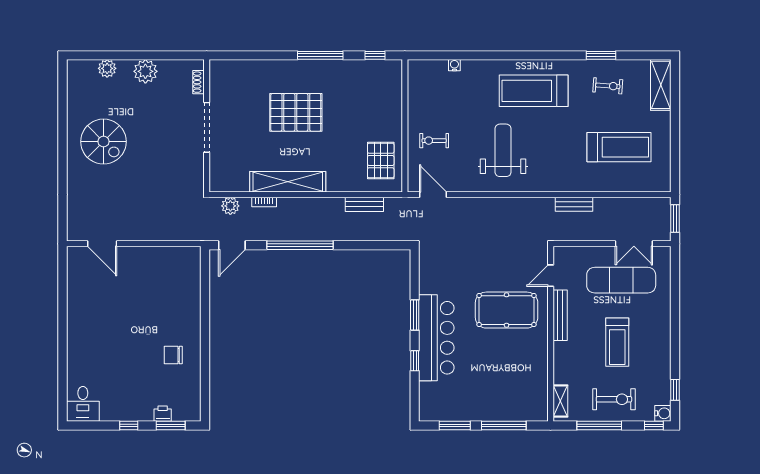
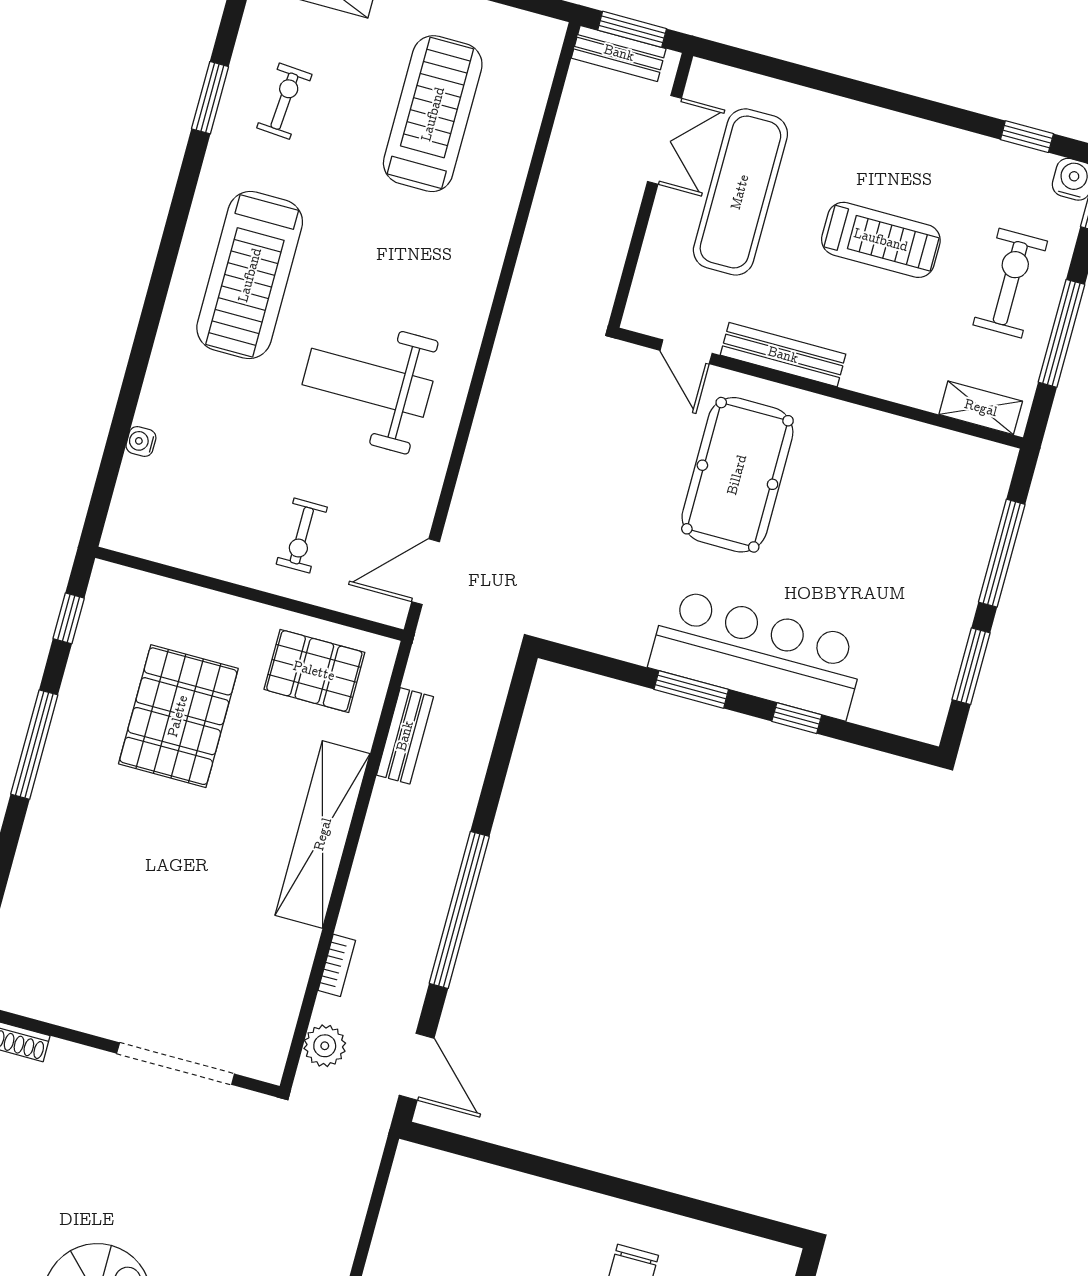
pallet: (296, 112) -> (178, 716), moved
doorway: (207, 127) -> (176, 1064), moved
shelving: (288, 182) -> (323, 834), moved
bench: (574, 204) -> (619, 53), moved, turned 90

